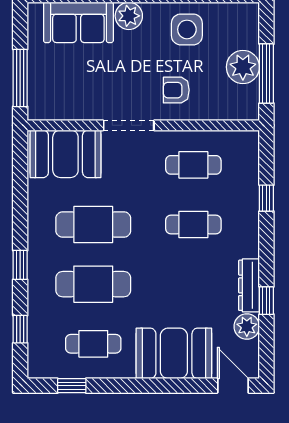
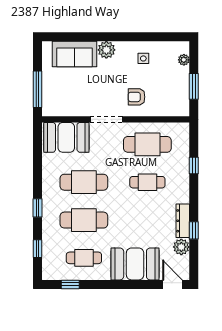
side table: (187, 29) -> (143, 58), width x0.54, depth x0.54
plant: (243, 67) -> (184, 60), moved, width x0.53, depth x0.53
window: (266, 74) -> (194, 86), width x0.69
cafe table: (193, 165) -> (147, 144), width x1.37, depth x1.35

